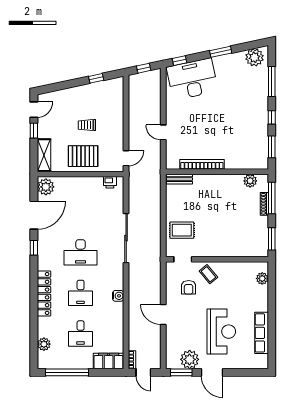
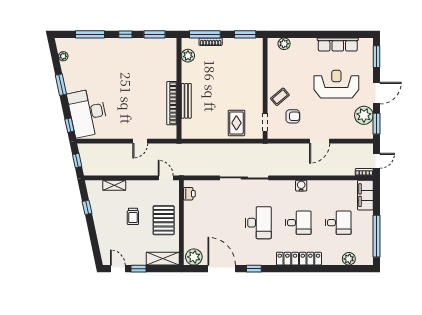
plant: (255, 57) -> (63, 56), width x0.53, depth x0.53
shelving: (119, 106) -> (114, 185), added
bench: (179, 179) -> (186, 101), moved, width x1.36
window: (249, 372) -> (377, 57), added

